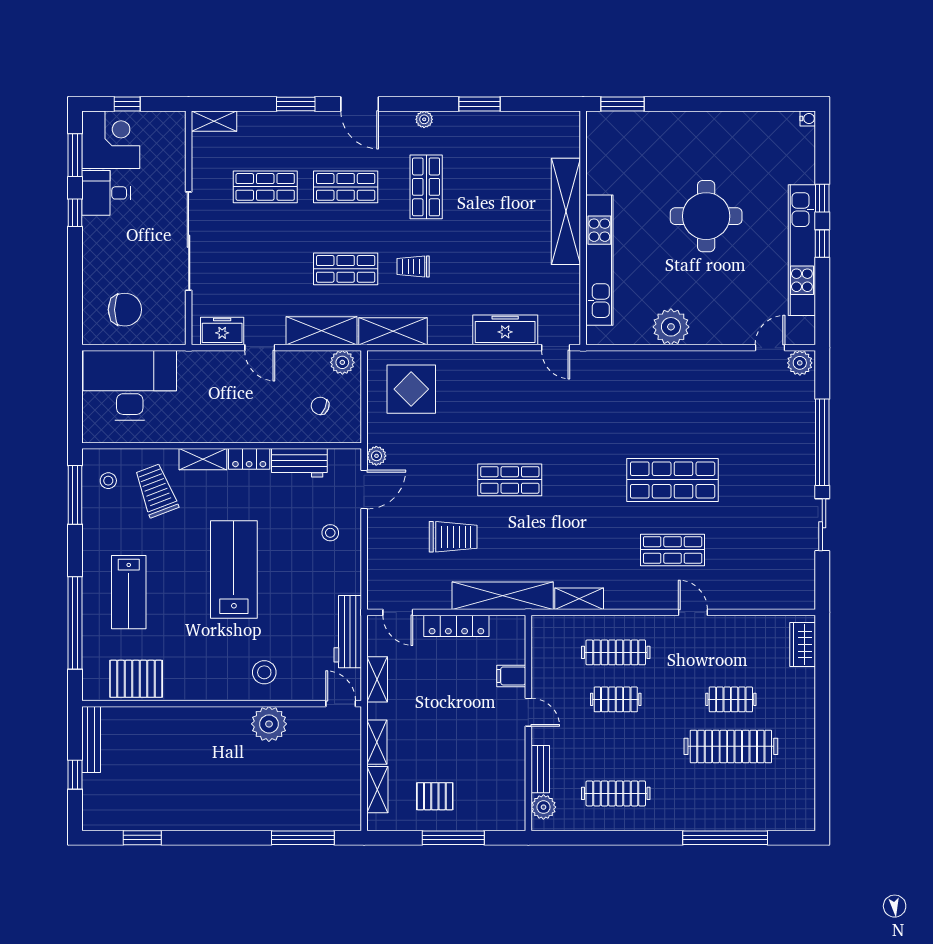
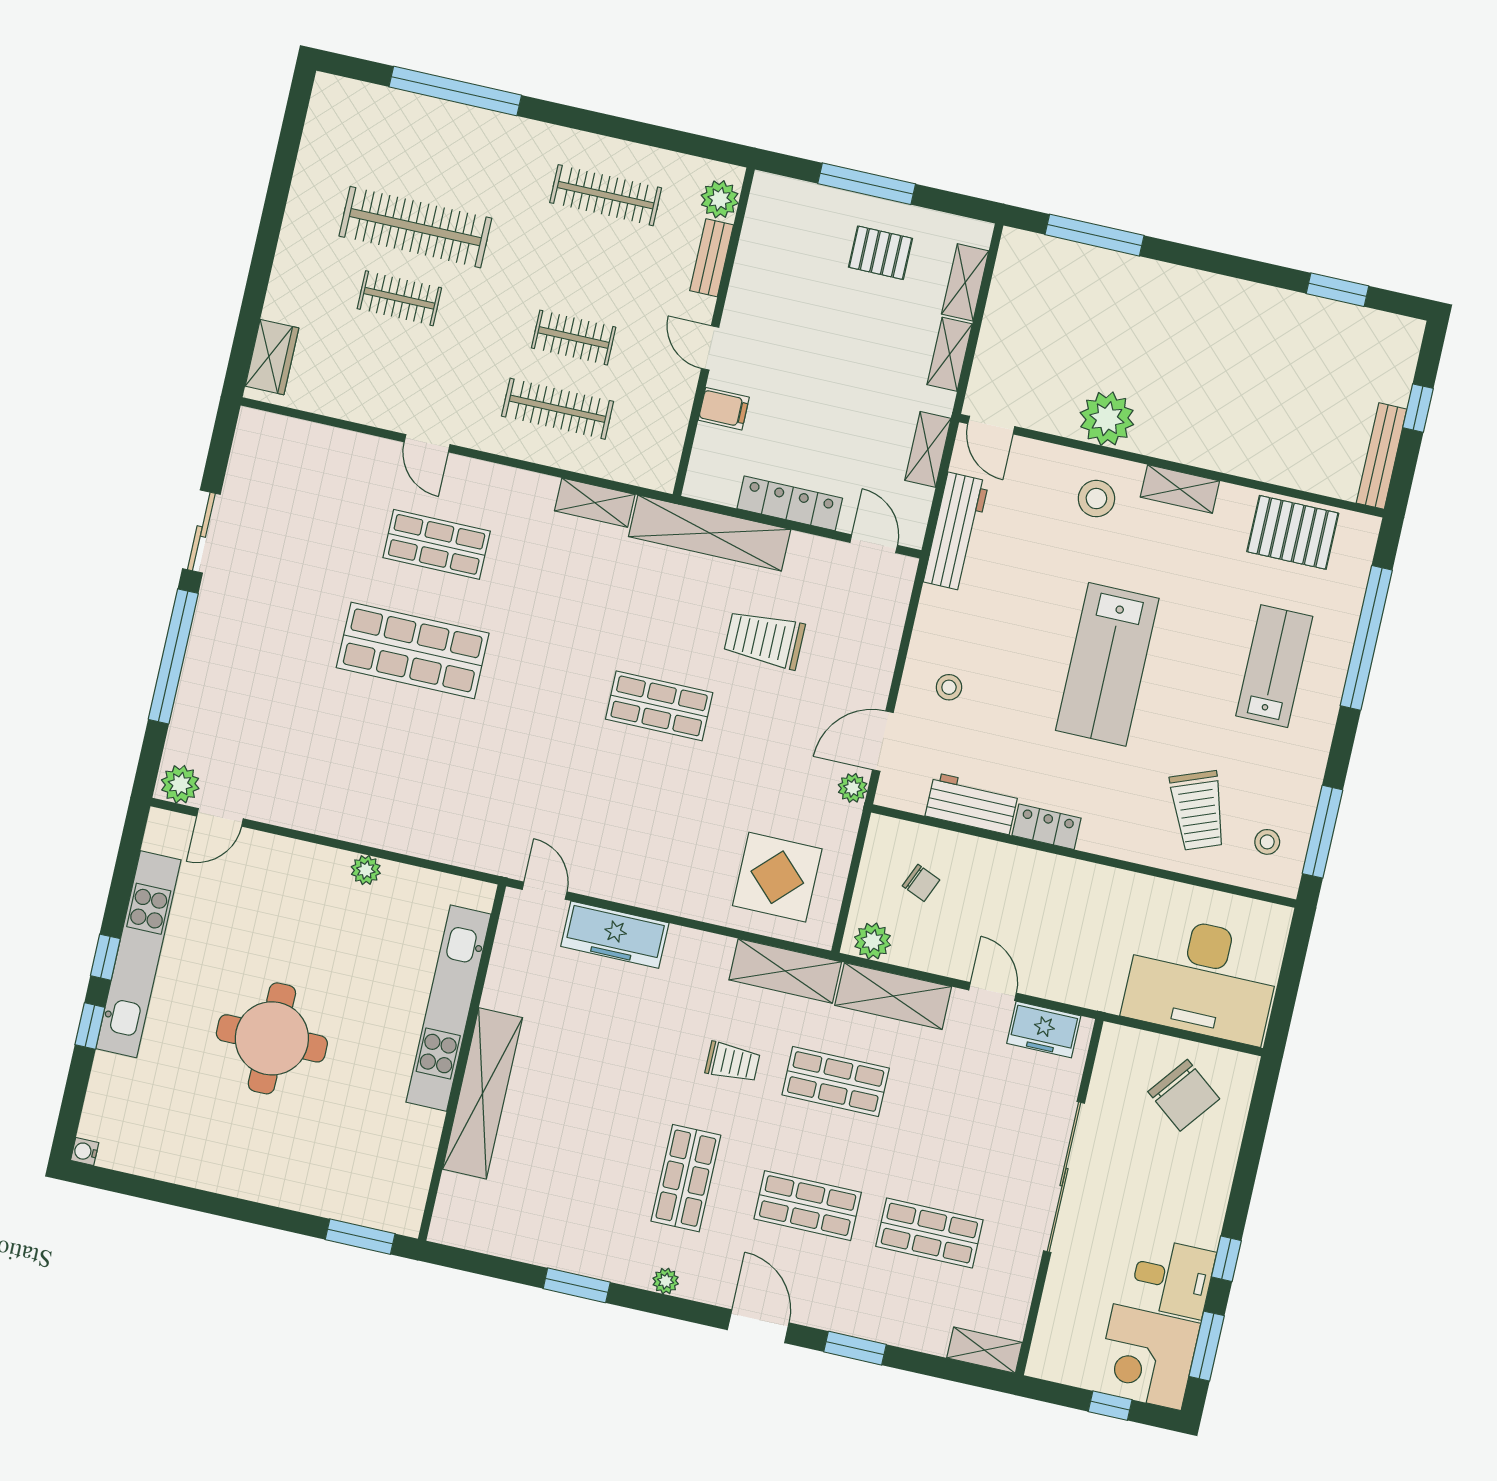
chair: (125, 310) -> (1184, 1095), turned -142
plant: (671, 327) -> (366, 870), width x0.53, depth x0.53
shelving: (203, 459) -> (1180, 489), moved

